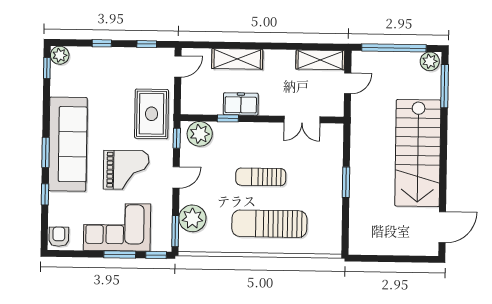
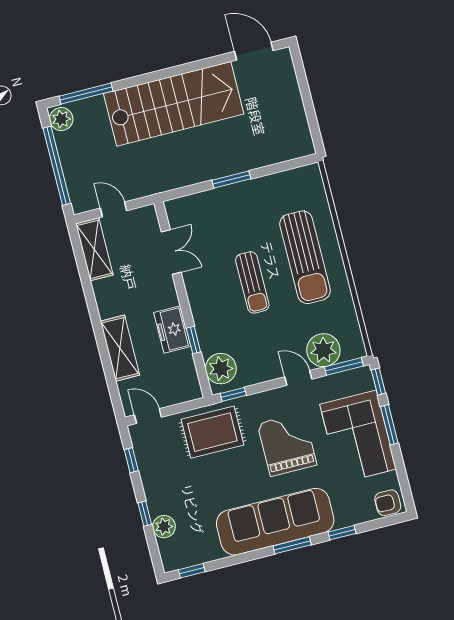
plant: (60, 55) -> (164, 527), moved
door: (176, 177) -> (298, 378), moved

